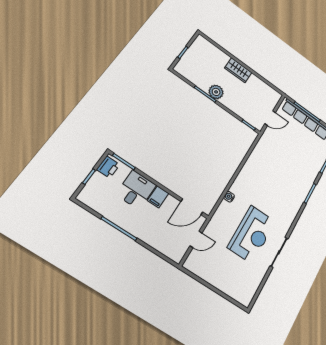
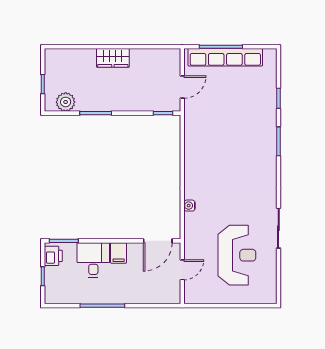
plant: (216, 92) -> (66, 102), moved
reception desk: (252, 234) -> (237, 255), moved

